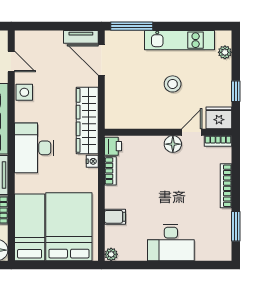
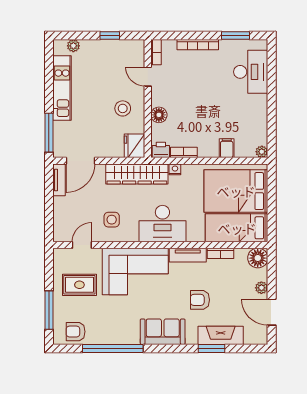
stool: (173, 84) -> (123, 108), moved
side table: (24, 92) -> (112, 220), moved
fridge: (219, 118) -> (135, 146), moved
floor lamp: (173, 144) -> (159, 115), moved
desk: (171, 243) -> (251, 72), moved

